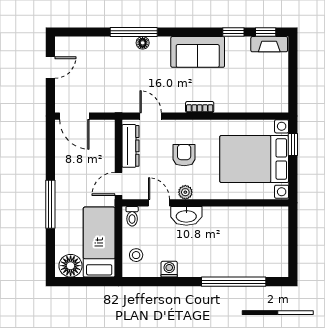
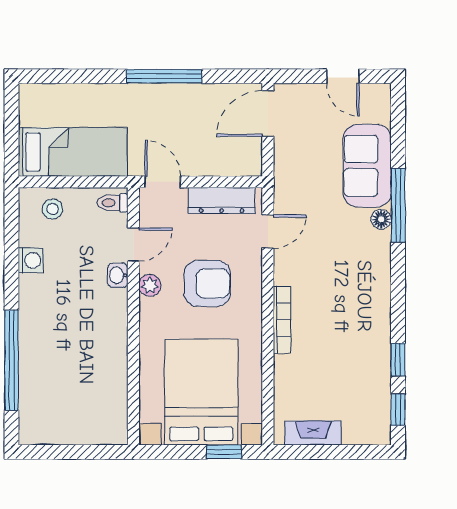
fireplace: (269, 44) -> (313, 433), moved, turned 90
sofa: (198, 52) -> (367, 166), moved
bookcase: (200, 107) -> (282, 320), width x1.56
armchair: (184, 155) -> (207, 283), width x1.38, depth x1.38
window: (50, 204) -> (164, 76), moved
washbasin: (186, 216) -> (118, 275), width x0.52, depth x0.69
floor lamp: (71, 266) -> (36, 108), removed

